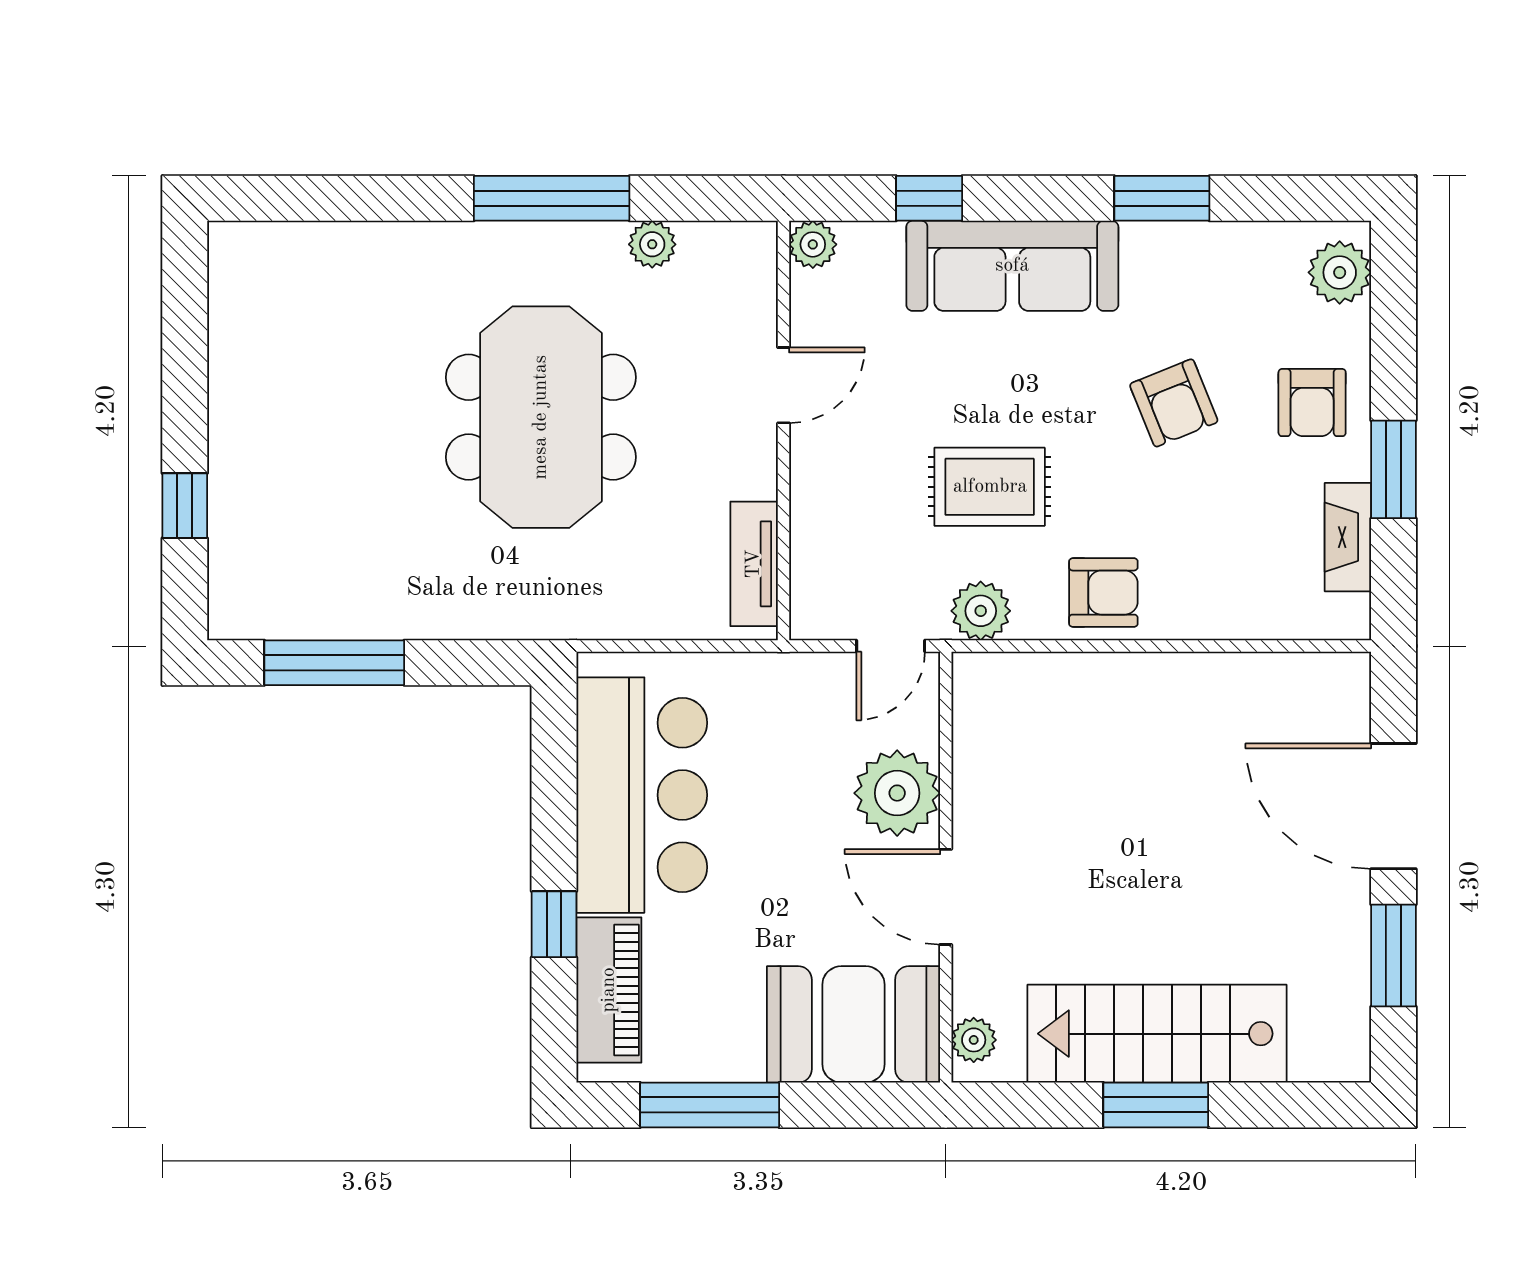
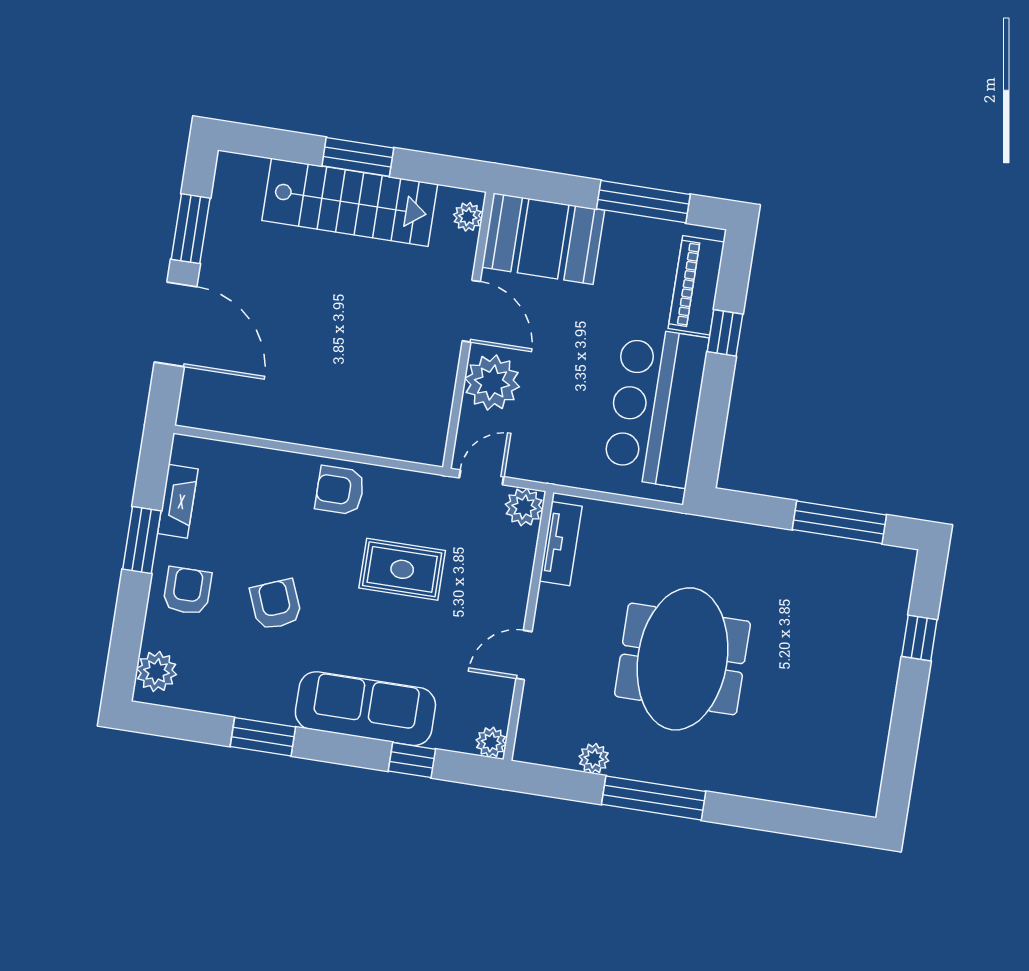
plant: (981, 611) -> (524, 507), moved

